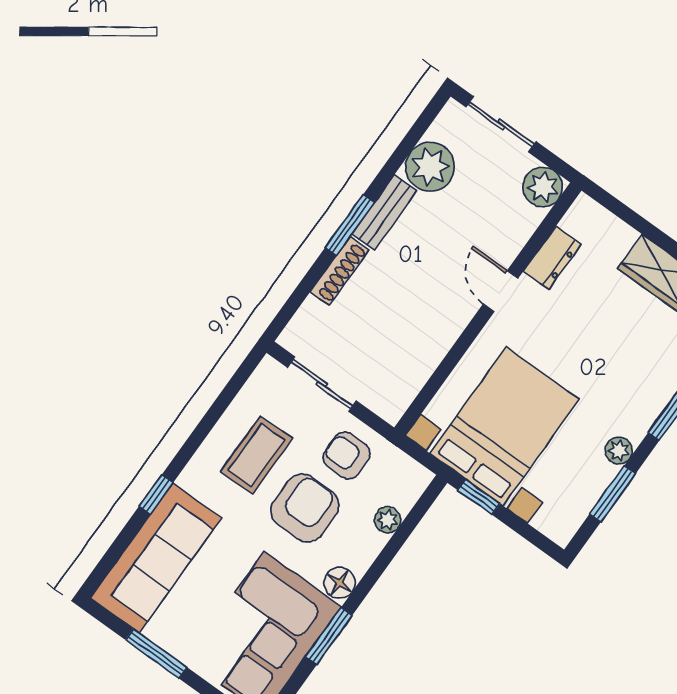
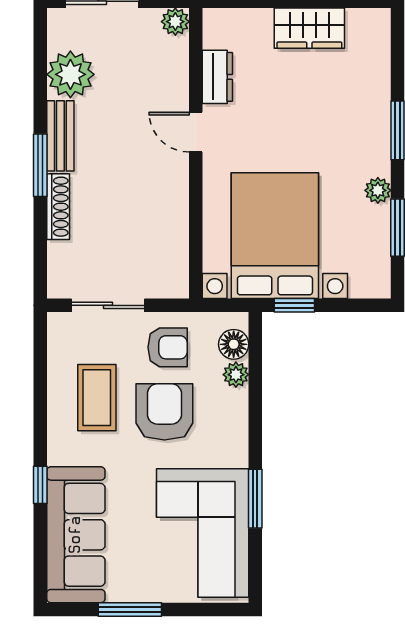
plant: (543, 187) -> (175, 22), width x0.73, depth x0.73
armchair: (347, 456) -> (168, 347), turned 180
floor lamp: (340, 583) -> (234, 344), moved

